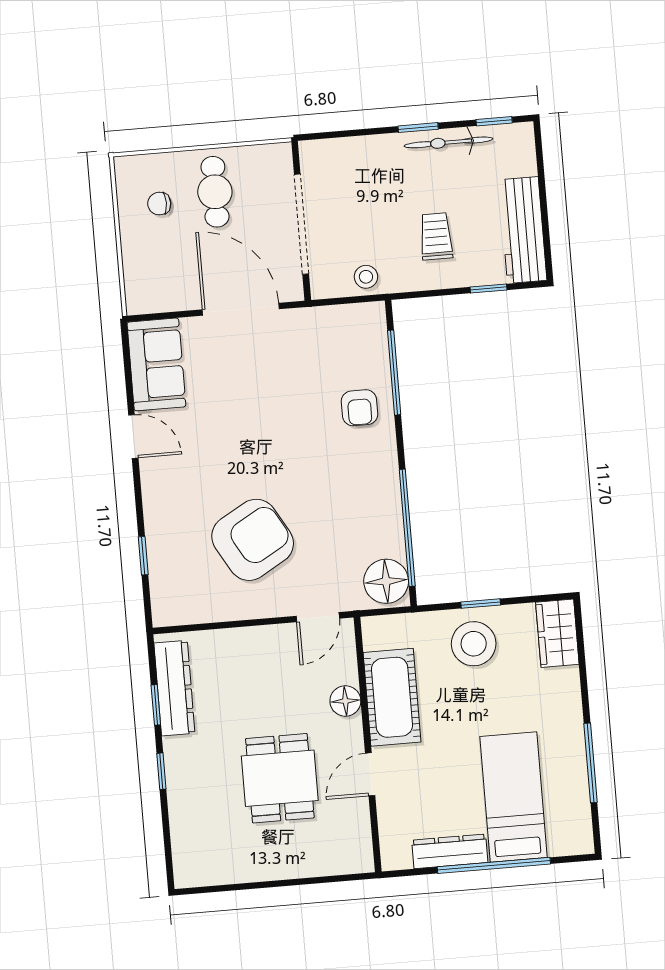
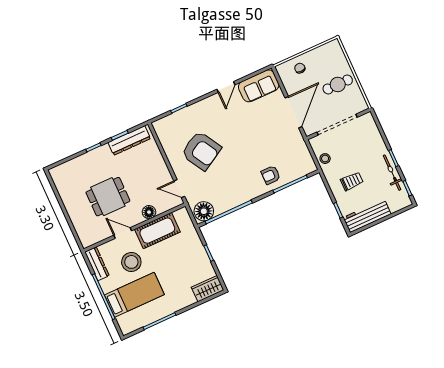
chair: (159, 204) -> (300, 68), moved
stool: (474, 644) -> (131, 262), moved
dresser: (450, 851) -> (97, 264), moved

